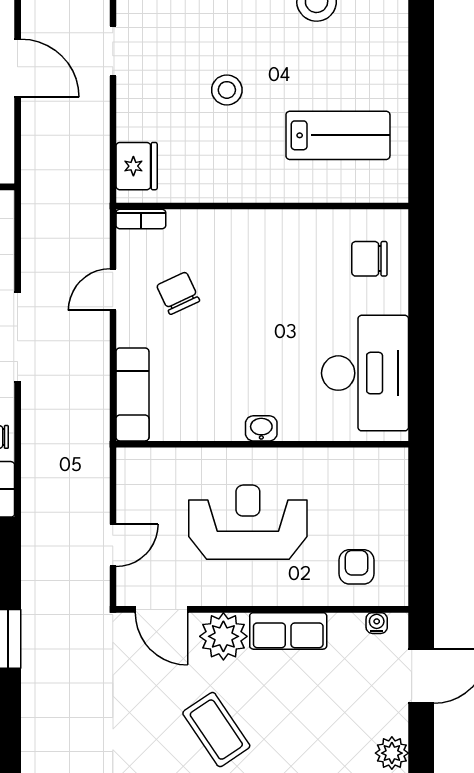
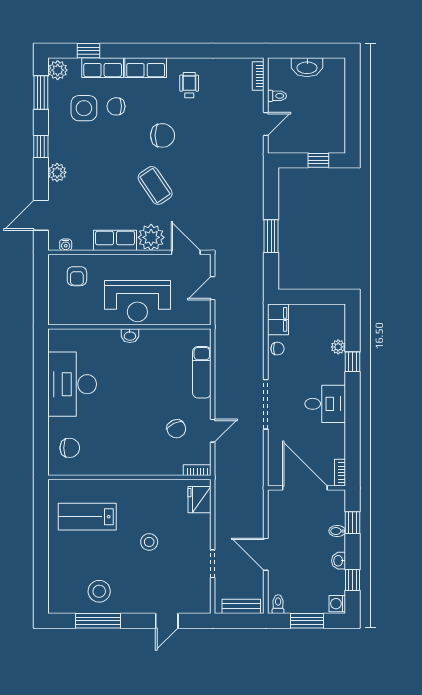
washbasin: (261, 428) -> (130, 336), moved
wall: (262, 444) -> (129, 327), moved

